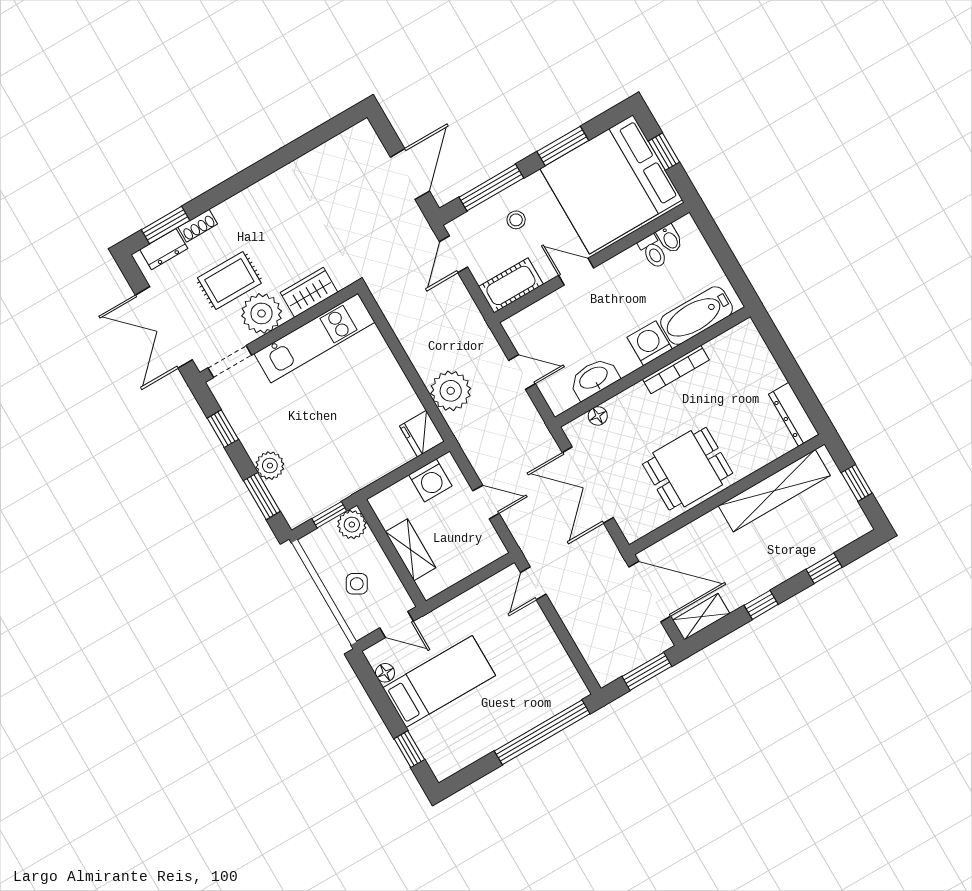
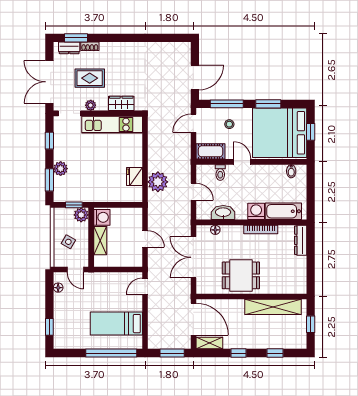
toilet: (653, 252) -> (220, 172), moved
plant: (262, 313) -> (91, 105), width x0.53, depth x0.53
dresser: (794, 414) -> (301, 240), moved
fridge: (422, 434) -> (135, 177), moved
washing machine: (430, 480) -> (102, 217), moved, turned -90
bed: (439, 682) -> (116, 324), moved, turned 180

